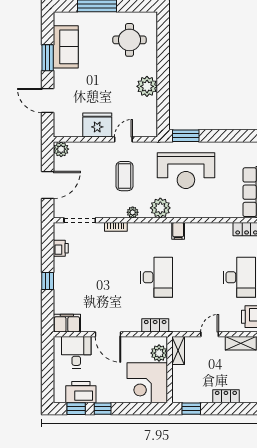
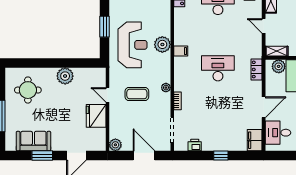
window: (186, 136) -> (105, 27), moved
plant: (160, 208) -> (162, 44), moved

